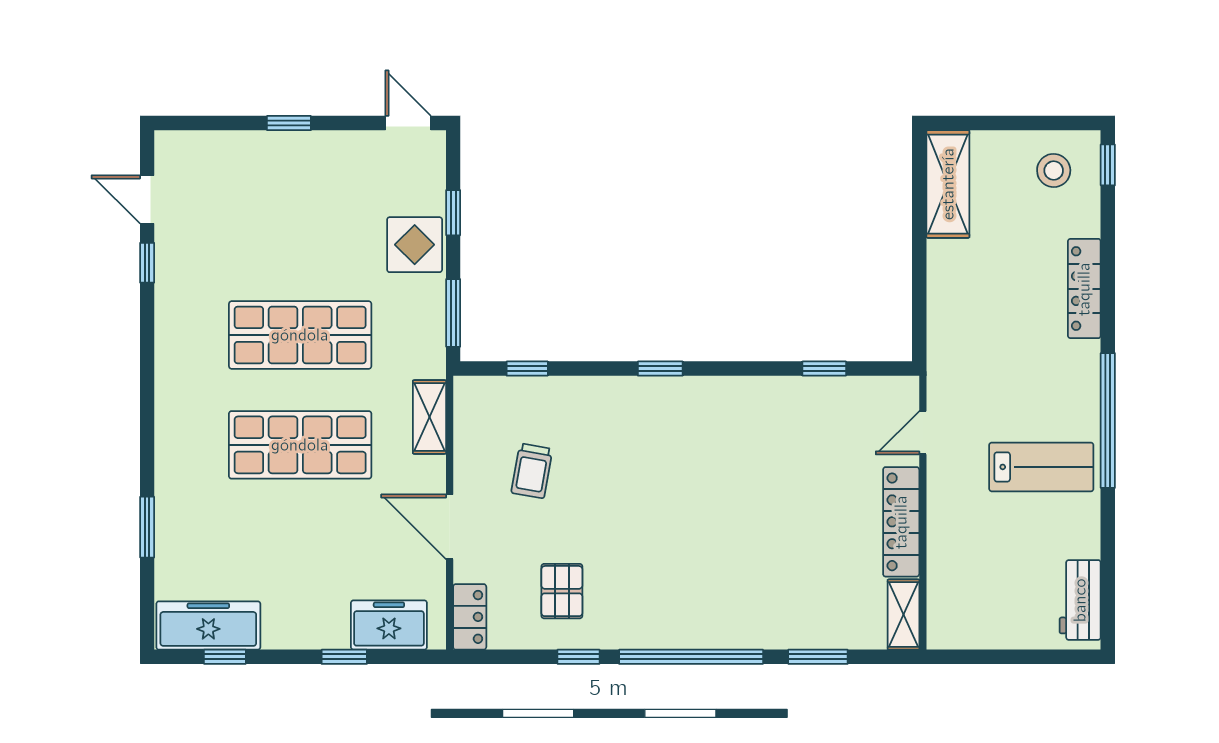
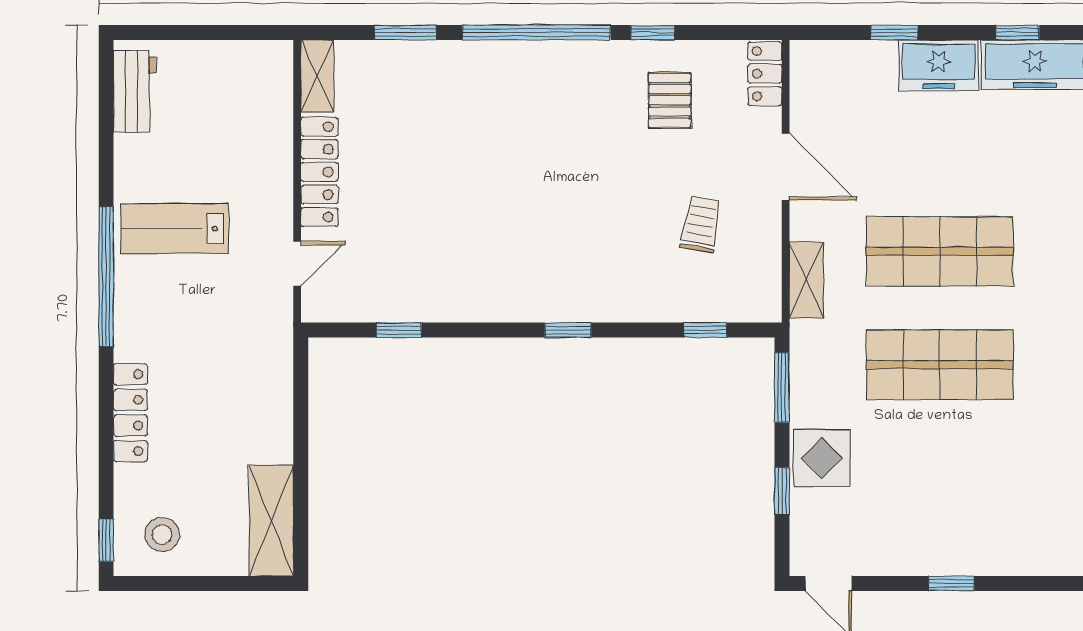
freezer: (389, 625) -> (939, 65), moved

